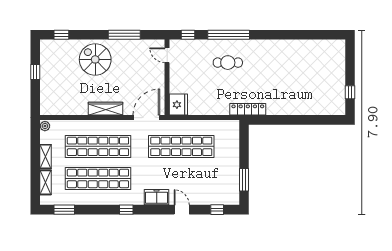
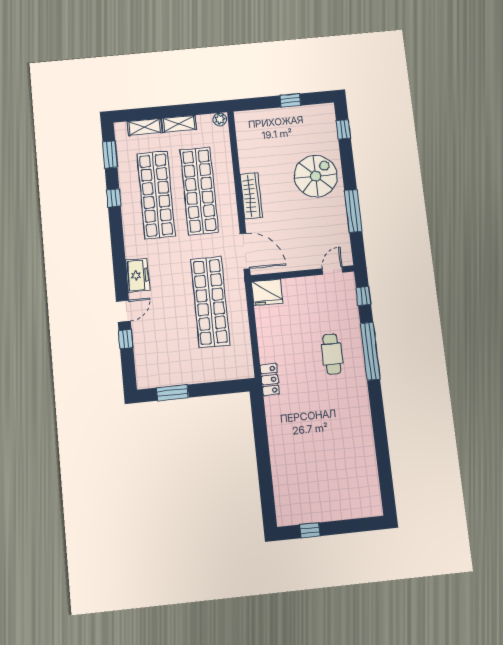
locker: (248, 109) -> (270, 380), width x0.66
window: (126, 210) -> (114, 198), moved
window: (217, 210) -> (126, 339), moved

